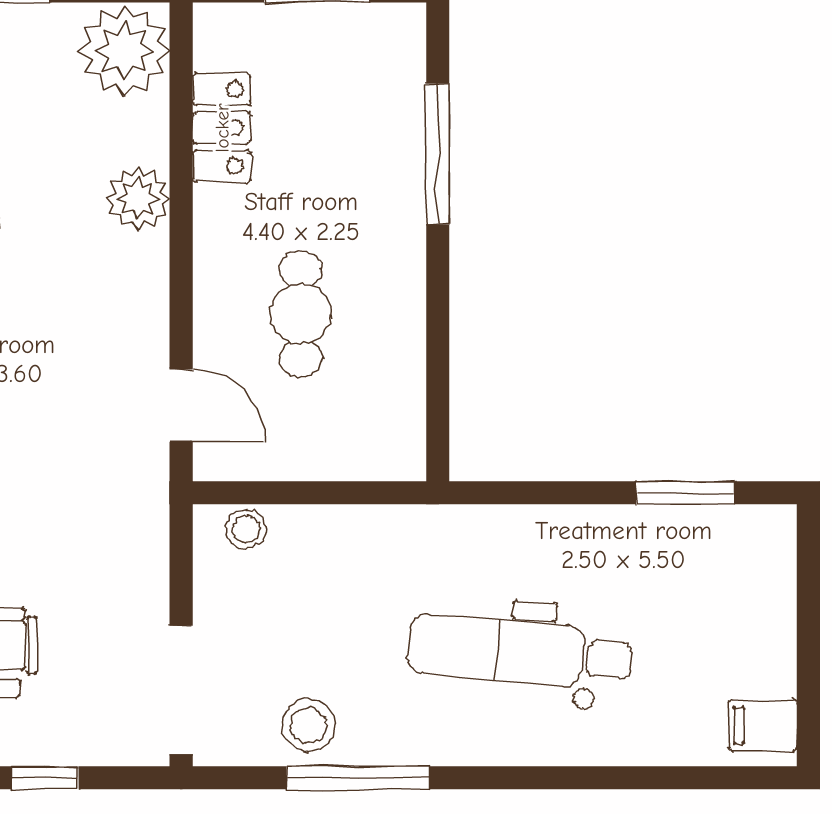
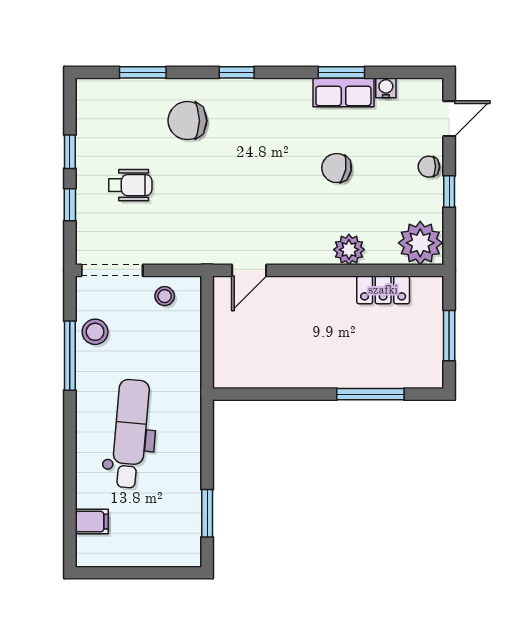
cafe table: (301, 314) -> (293, 328), removed
stool: (246, 529) -> (165, 296), moved
filing cabinet: (763, 725) -> (92, 522), moved, turned 90

